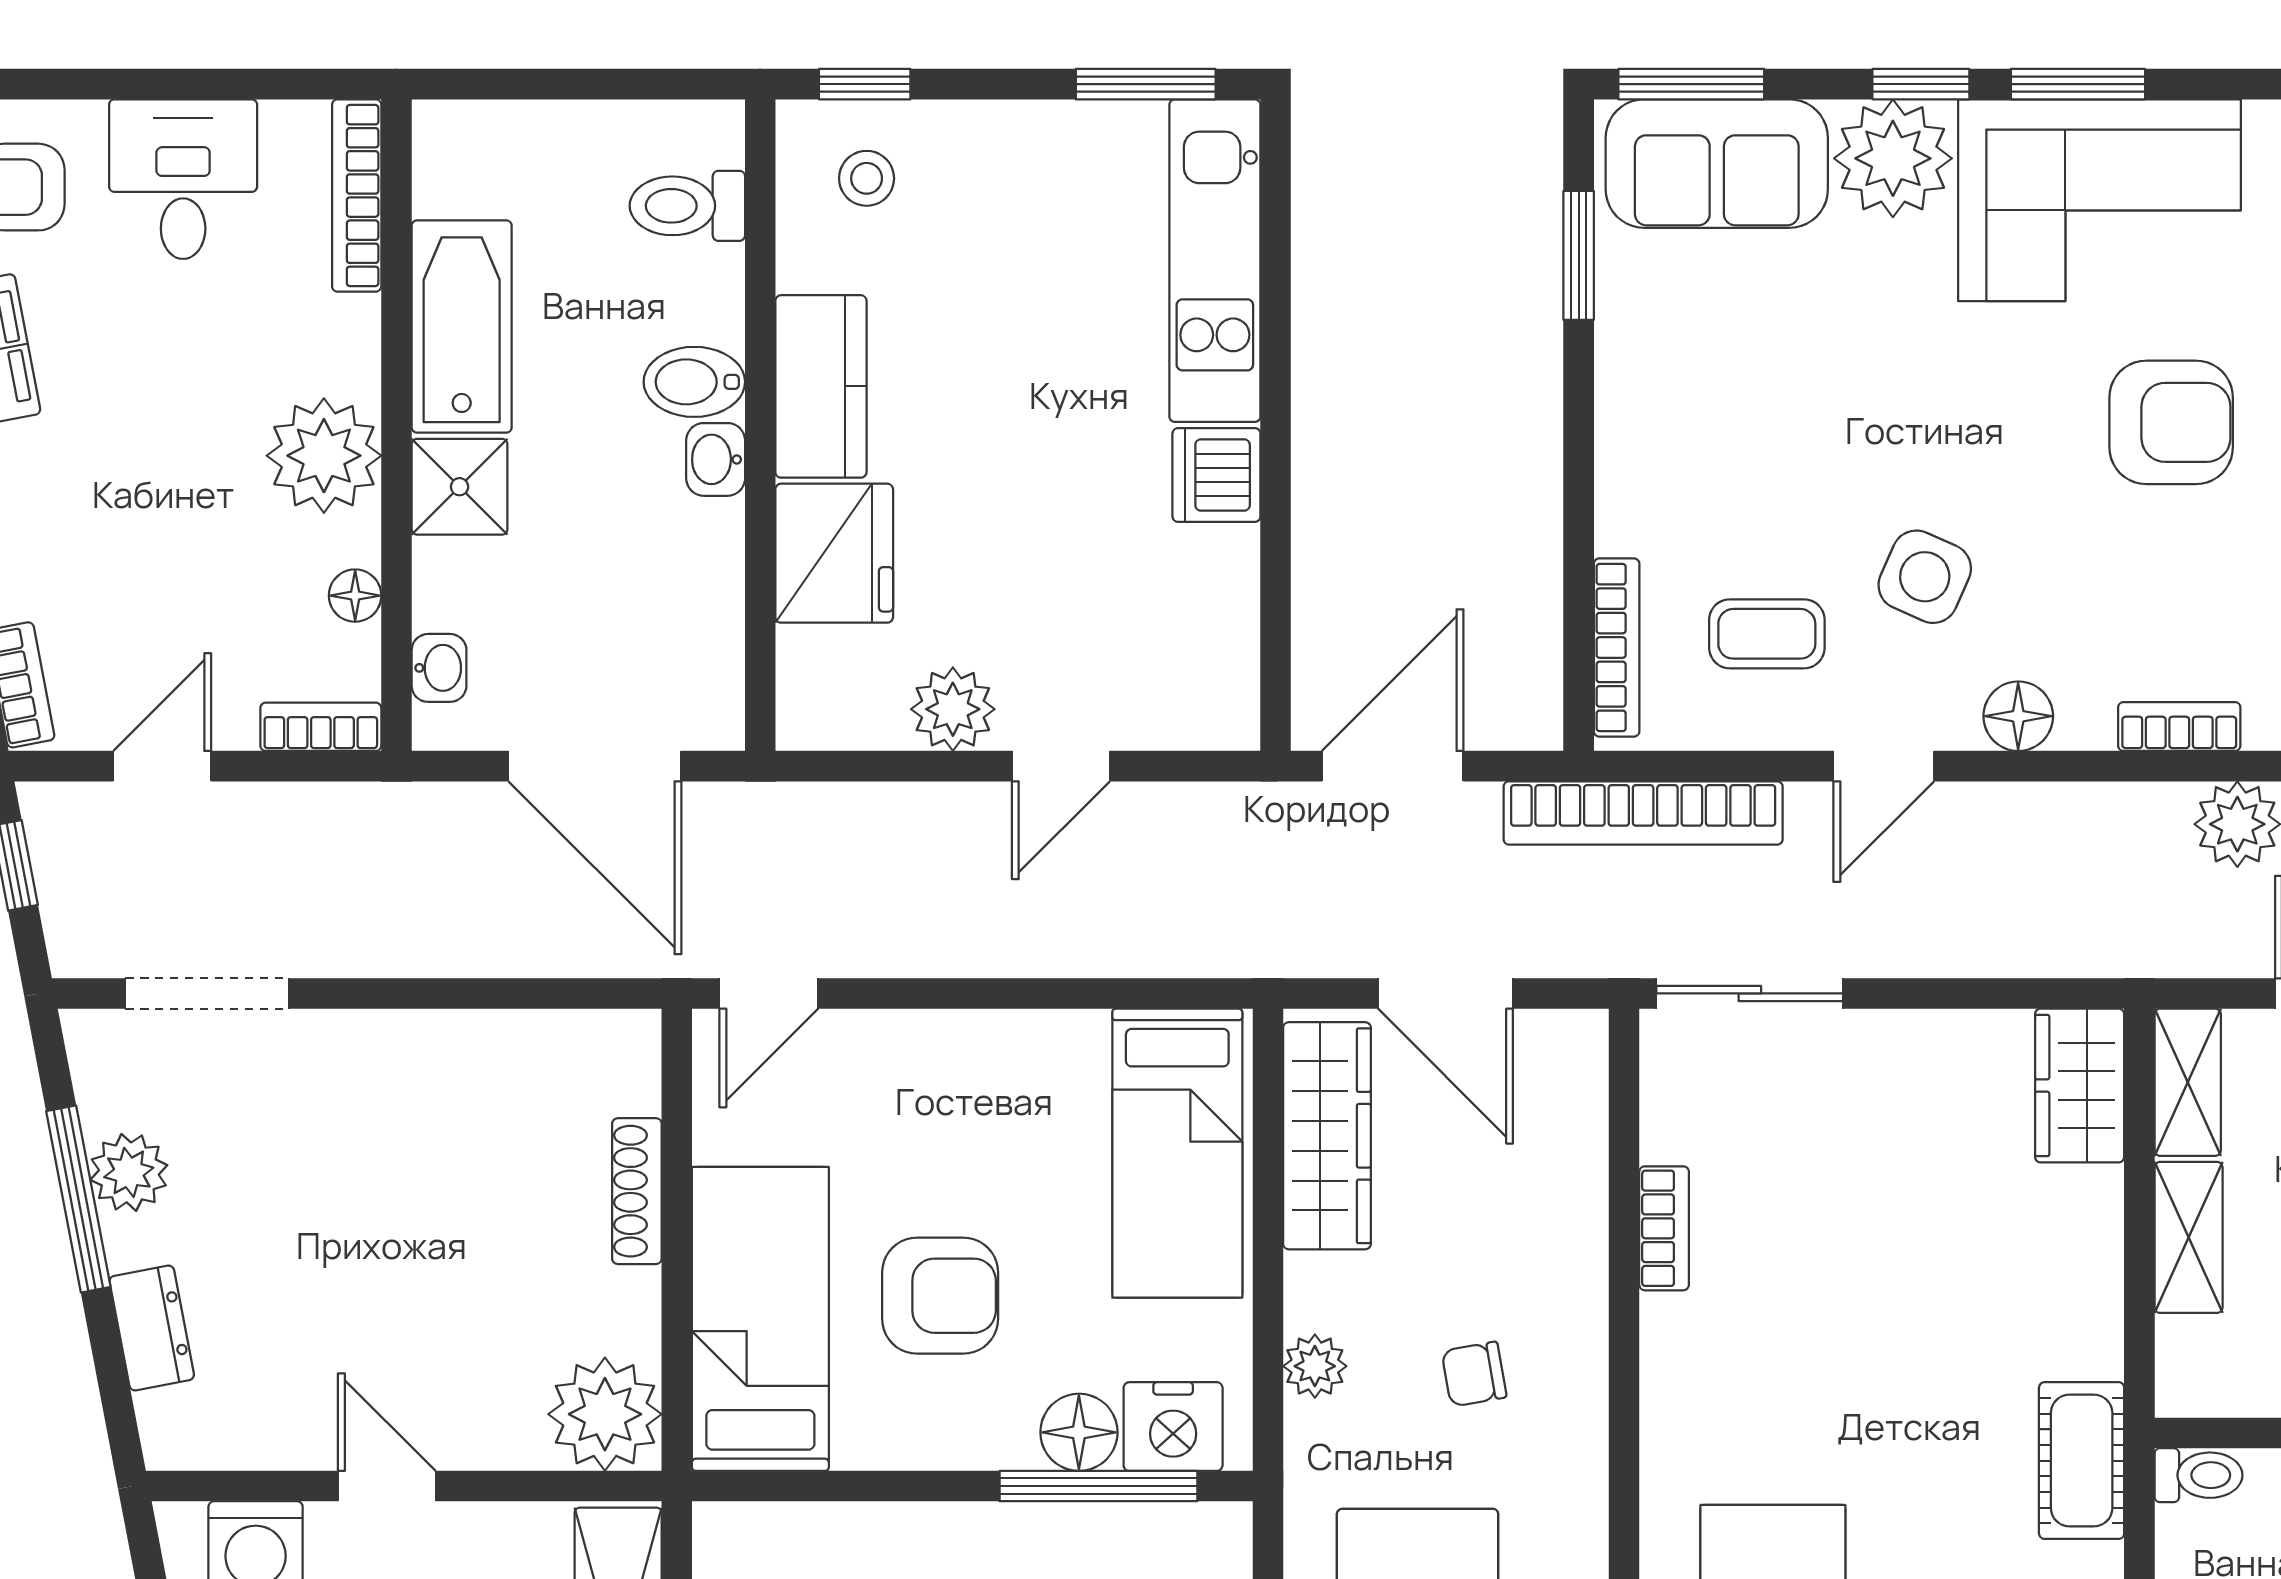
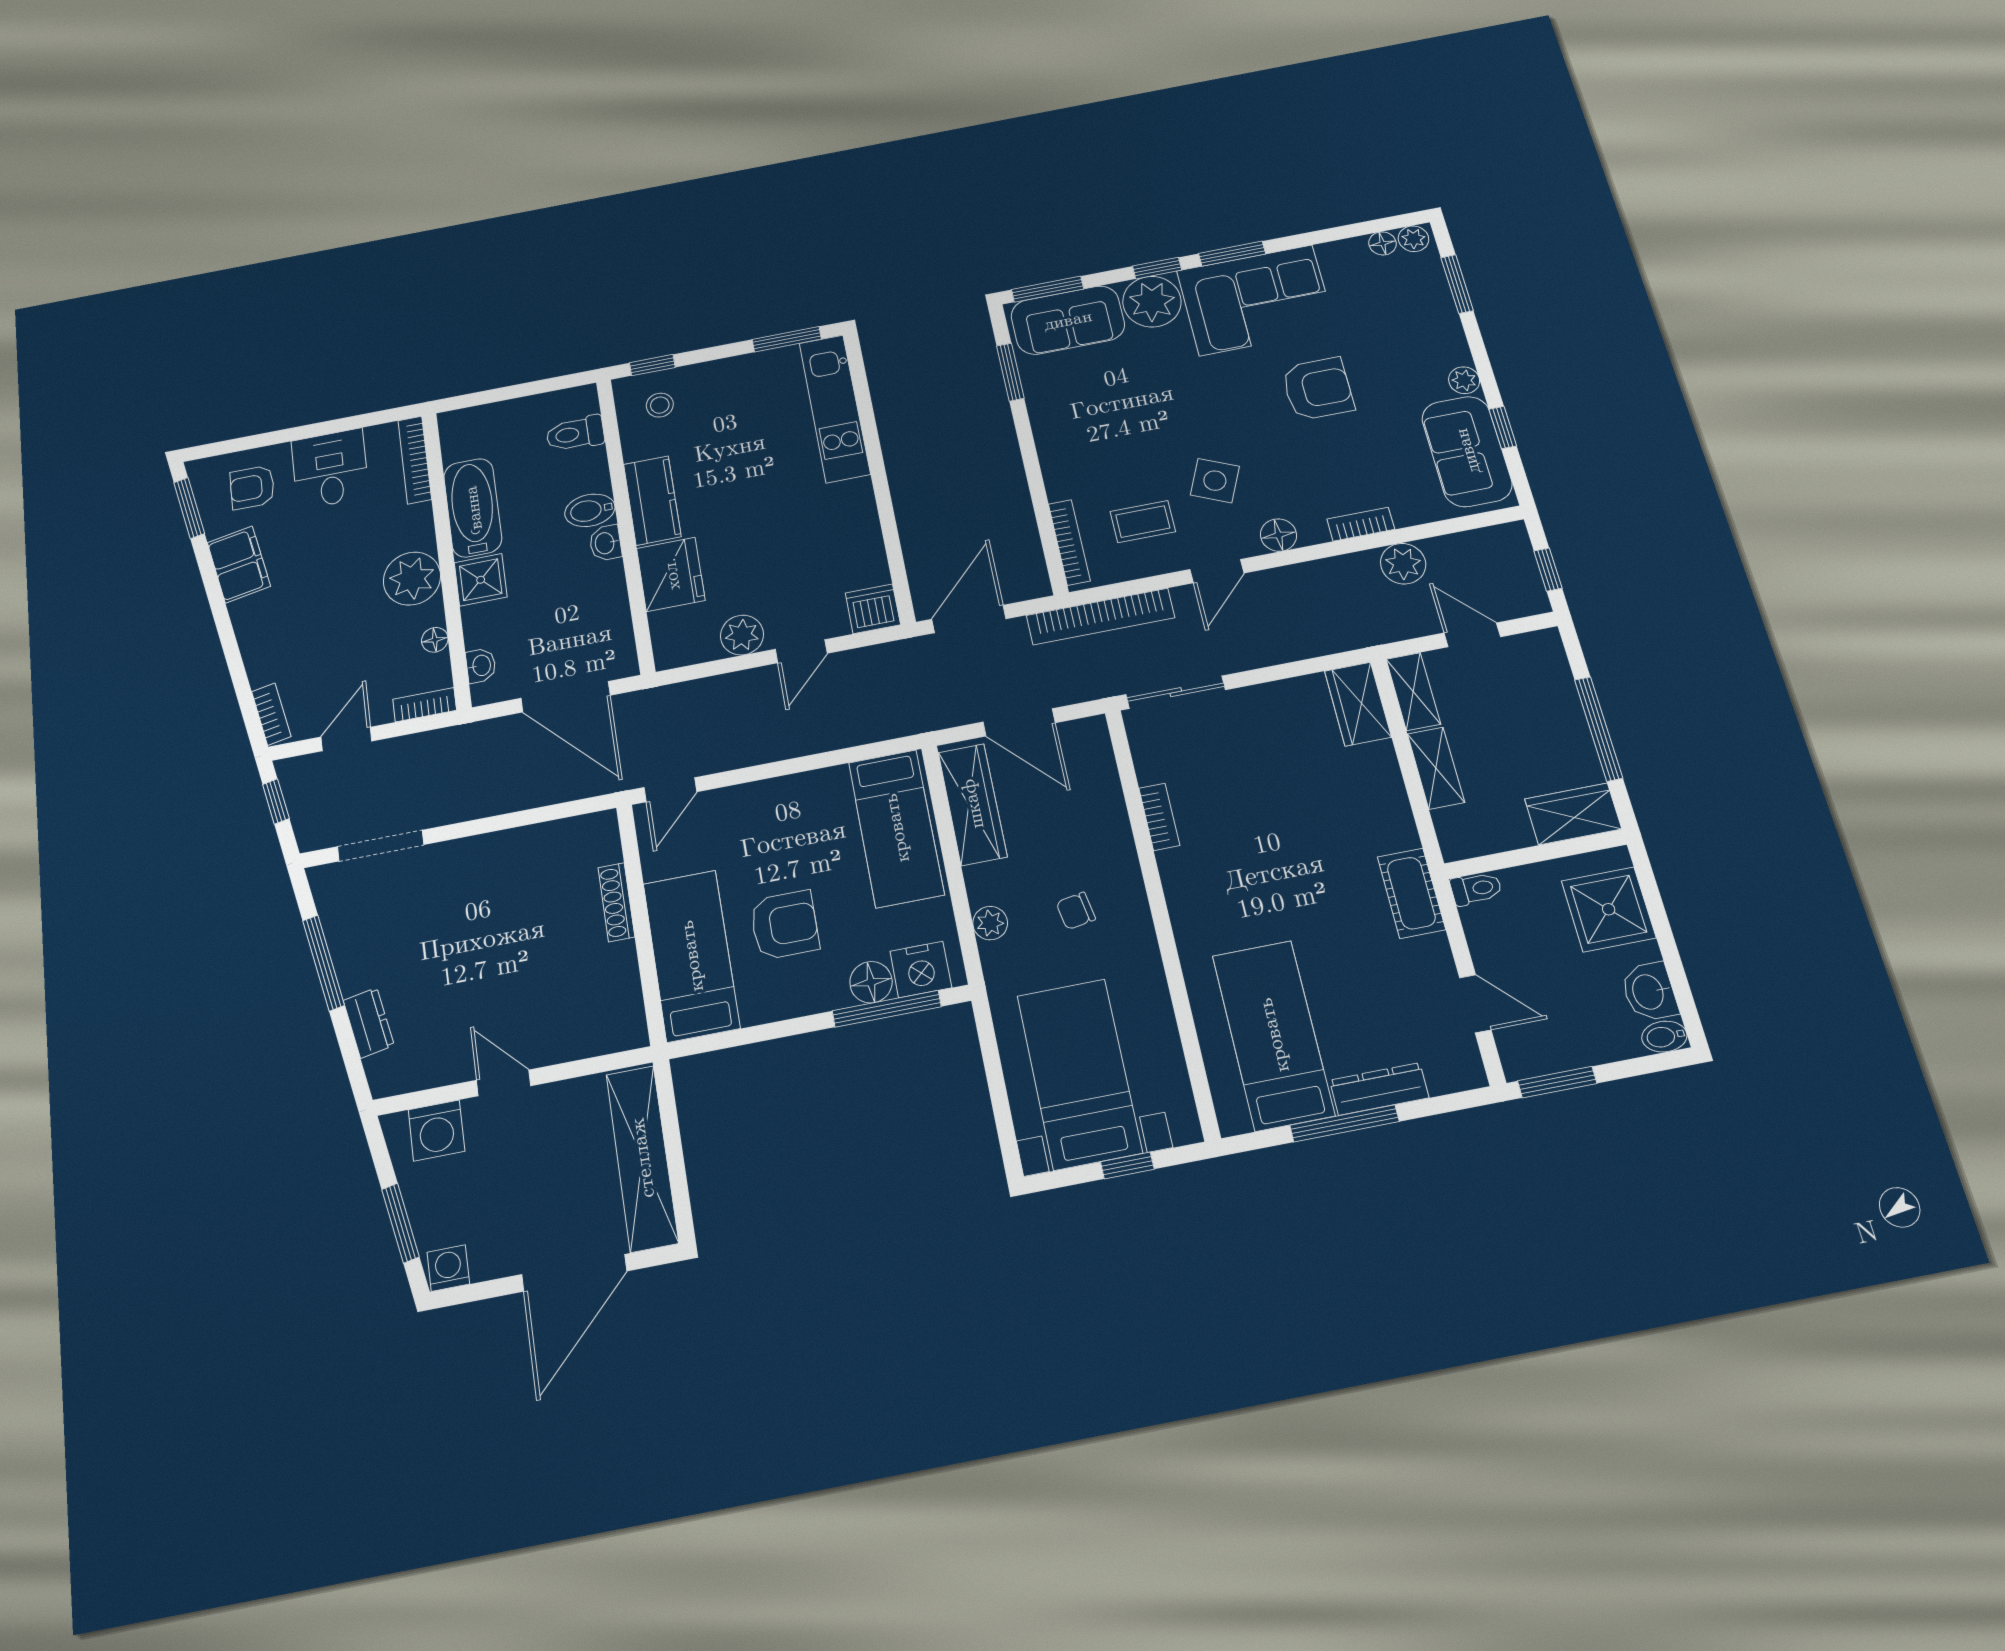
dishwasher: (1216, 475) -> (873, 609), moved, turned 90
plant: (129, 1172) -> (349, 944), removed
plant: (605, 1414) -> (616, 1022), removed

